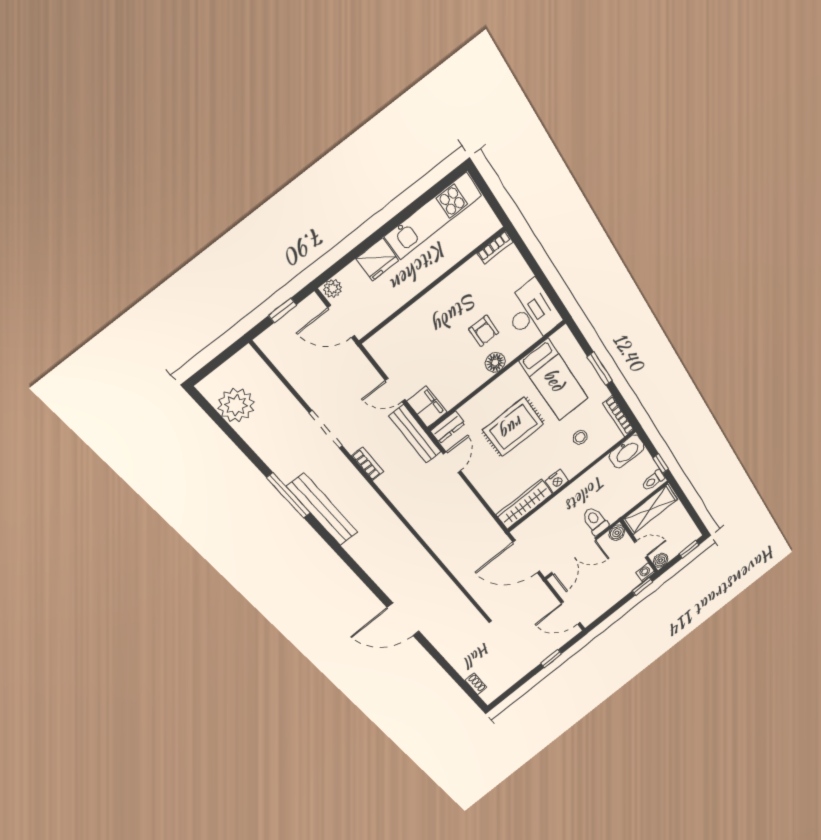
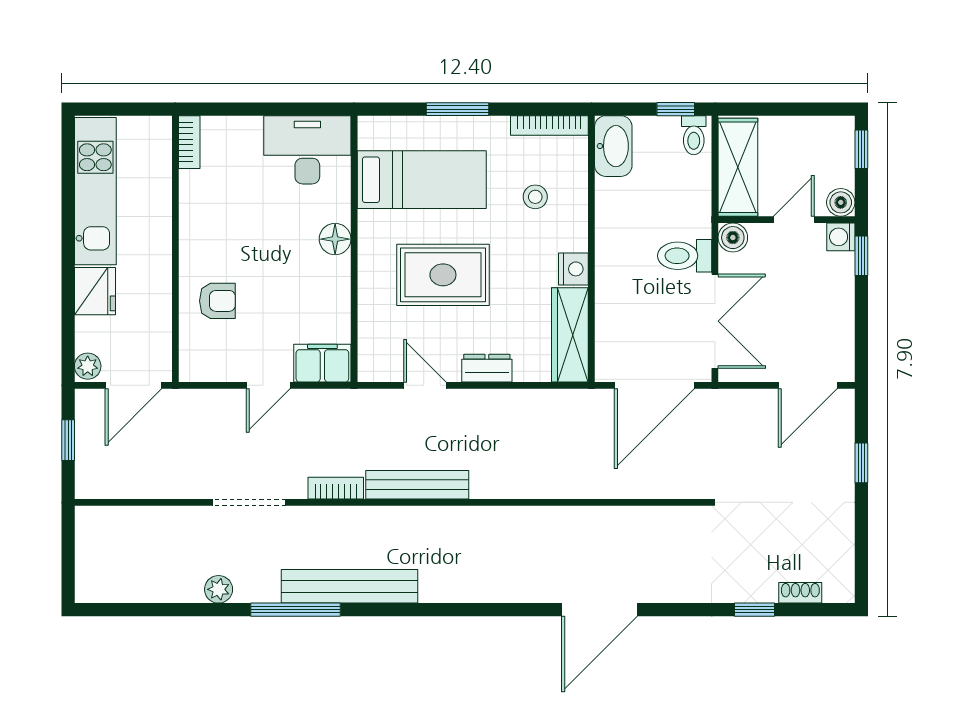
armchair: (484, 331) -> (217, 301), moved
plant: (236, 405) -> (219, 589), moved, width x0.53, depth x0.53
dresser: (448, 427) -> (487, 368), moved, turned -90
rug: (513, 427) -> (443, 275), turned 90
bench: (415, 434) -> (417, 485), moved
window: (454, 674) -> (754, 610), added

